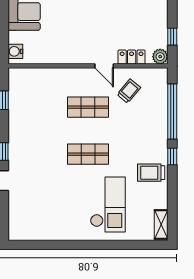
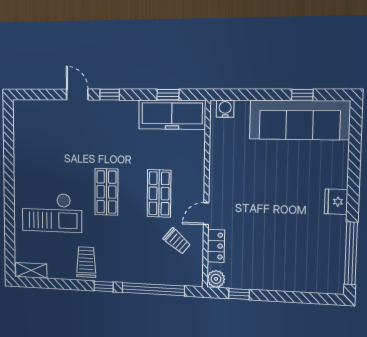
freezer: (20, 96) -> (172, 115), added

